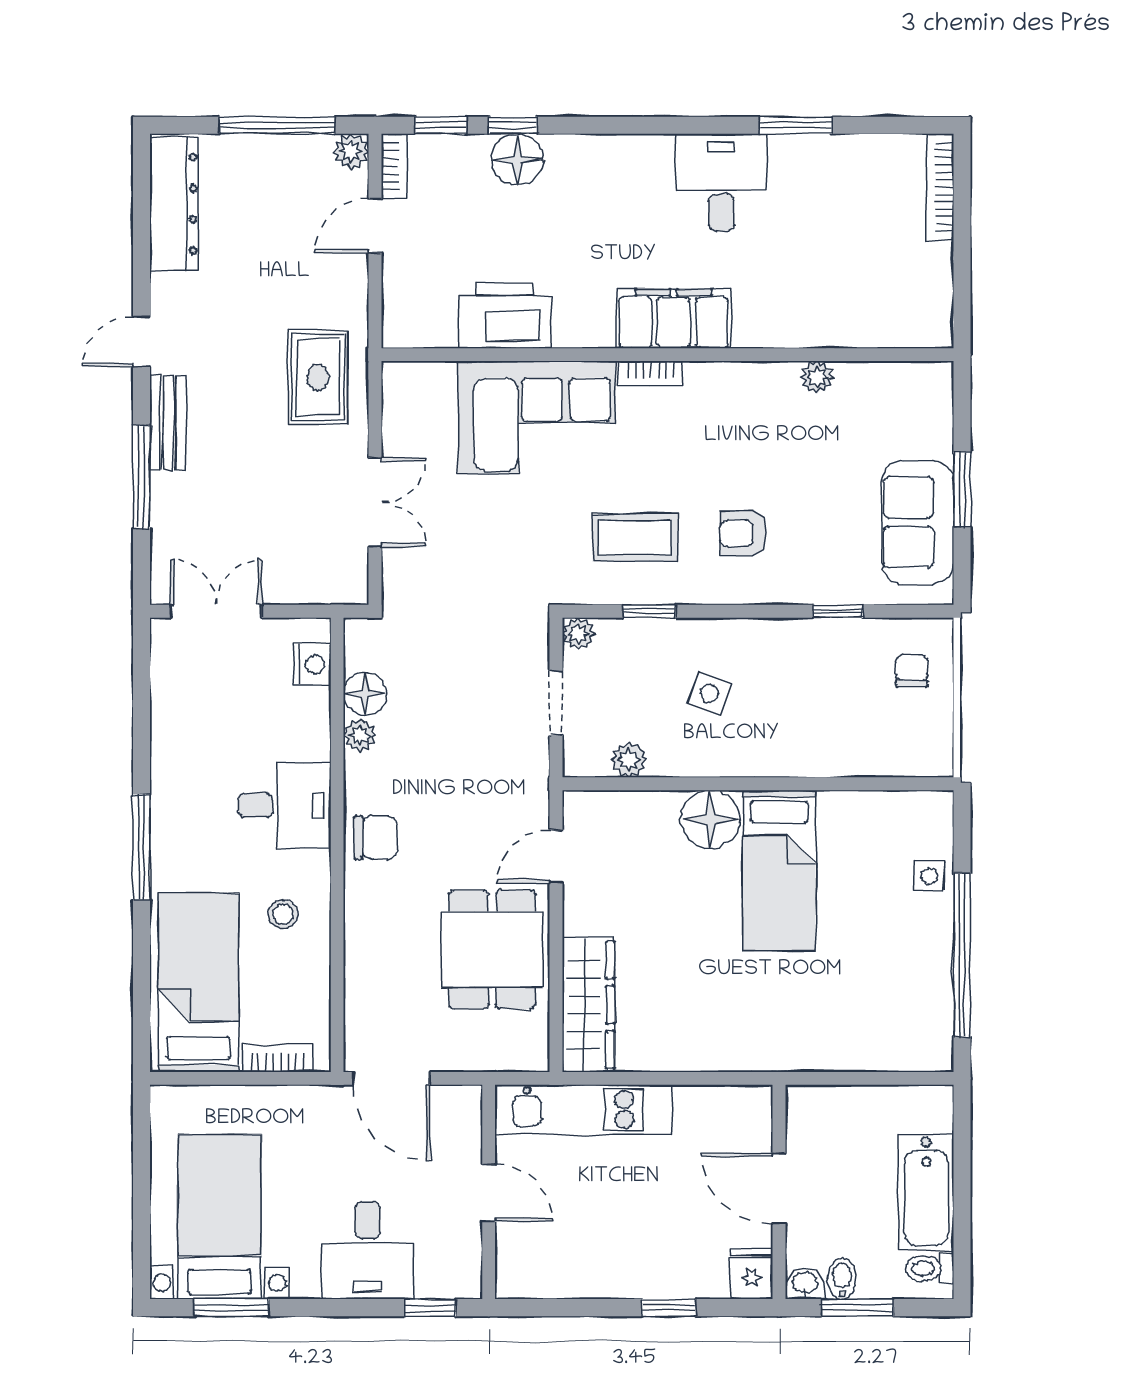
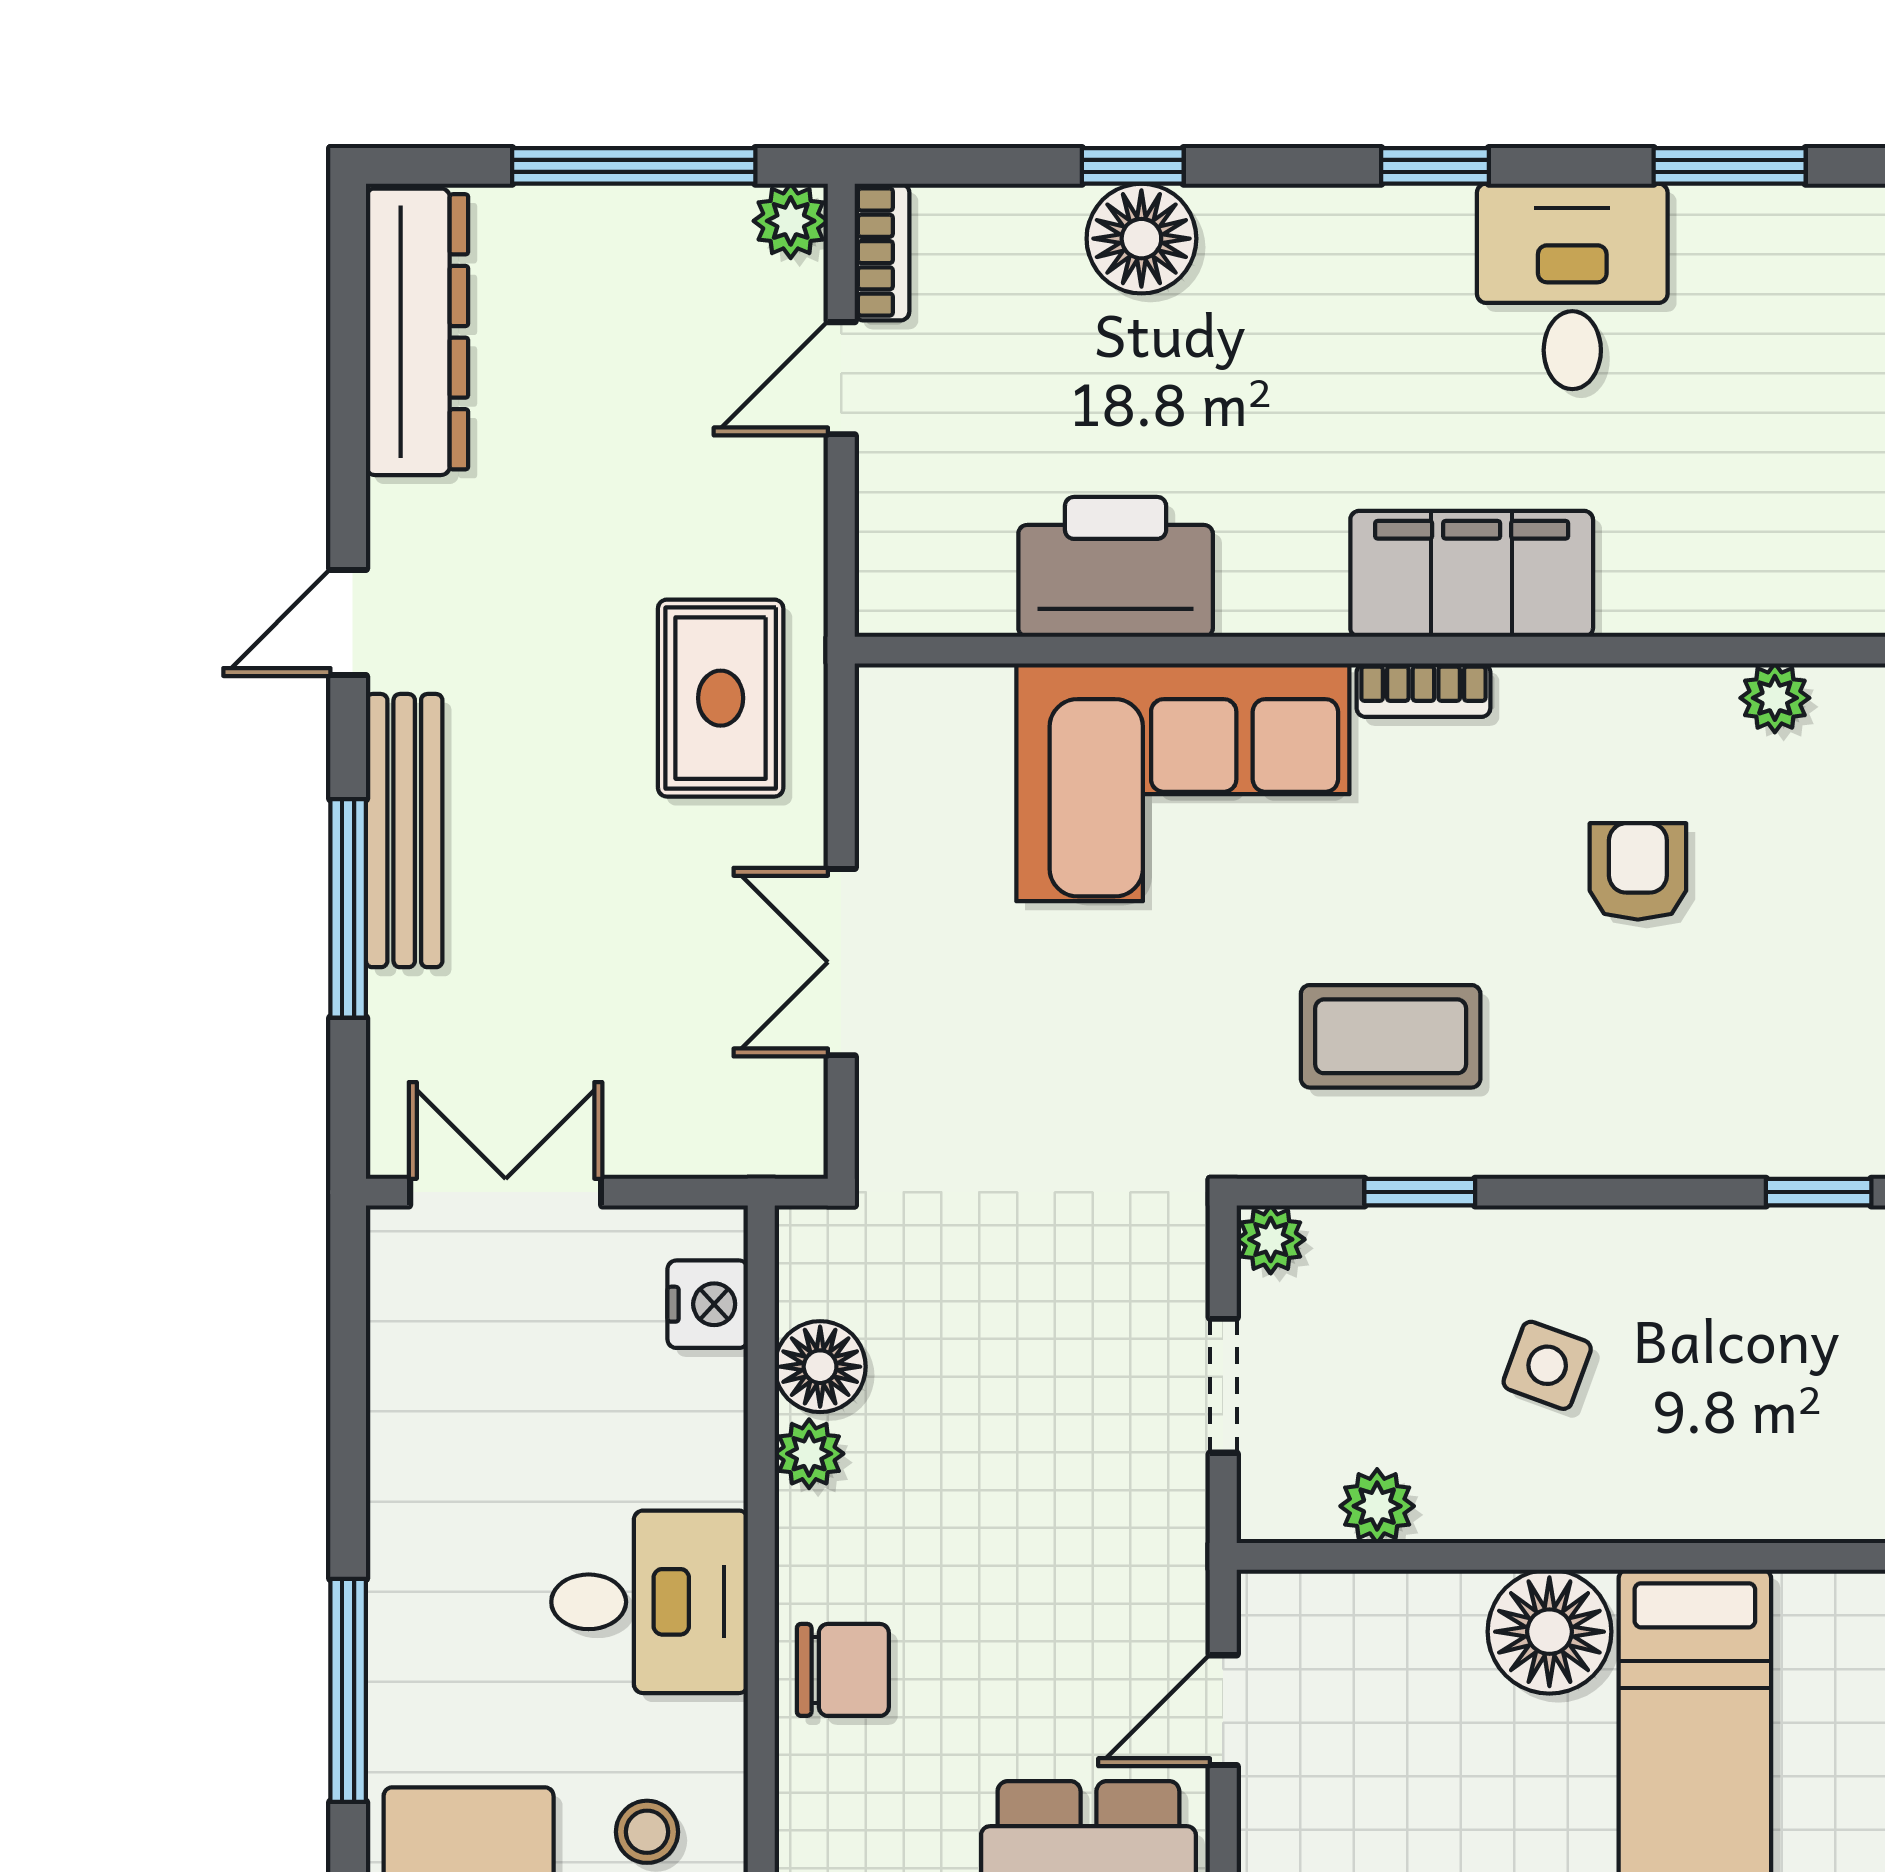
window: (441, 125) -> (1435, 166), moved
bench: (168, 423) -> (404, 831), width x1.36
double door: (375, 502) -> (841, 962), swing flipped
armchair: (743, 533) -> (1638, 871), moved, turned 90

